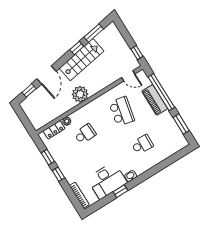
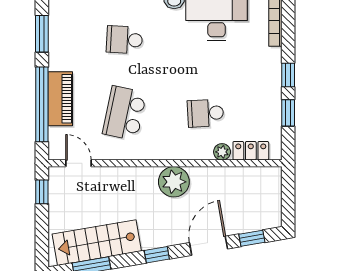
window: (77, 48) -> (157, 255), moved
stairs: (82, 60) -> (97, 243), moved

